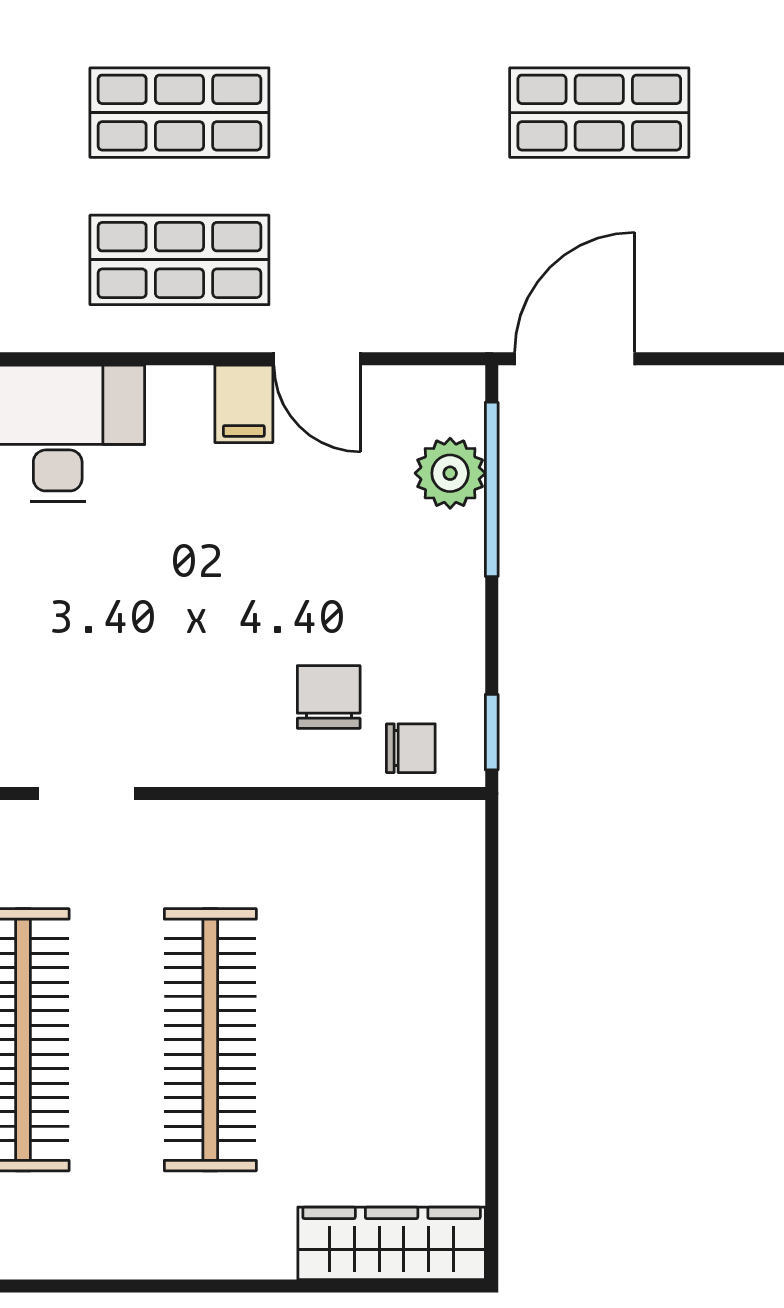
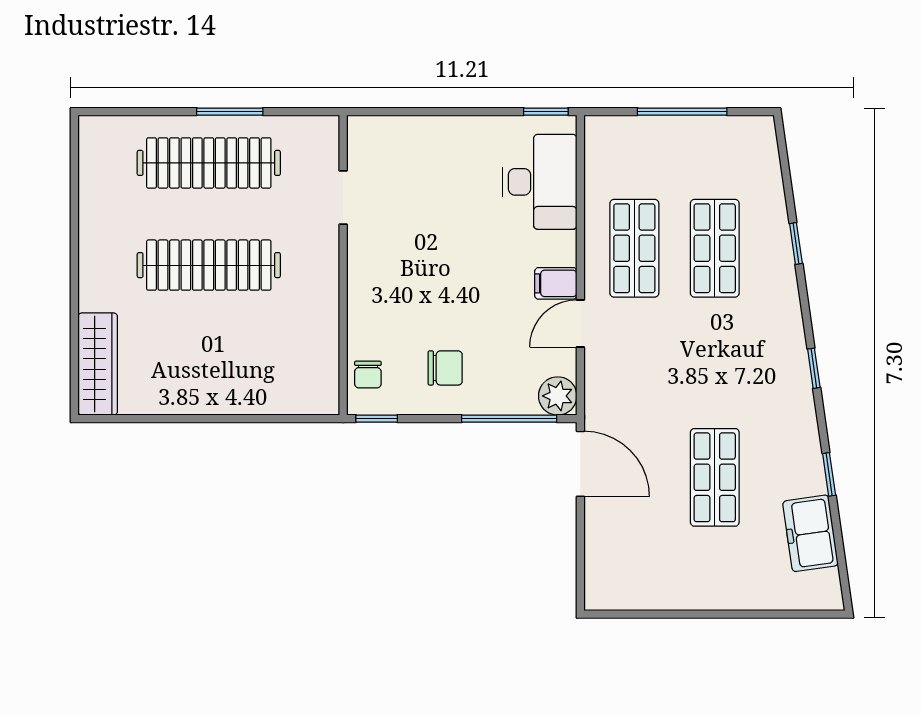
plant: (450, 473) -> (558, 396), moved
chair: (329, 697) -> (445, 368), moved

